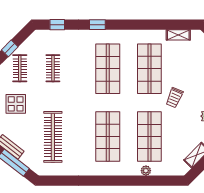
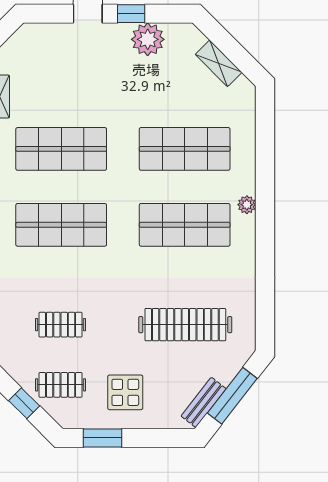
trolley: (174, 98) -> (114, 103), removed
plant: (146, 171) -> (247, 205), moved

